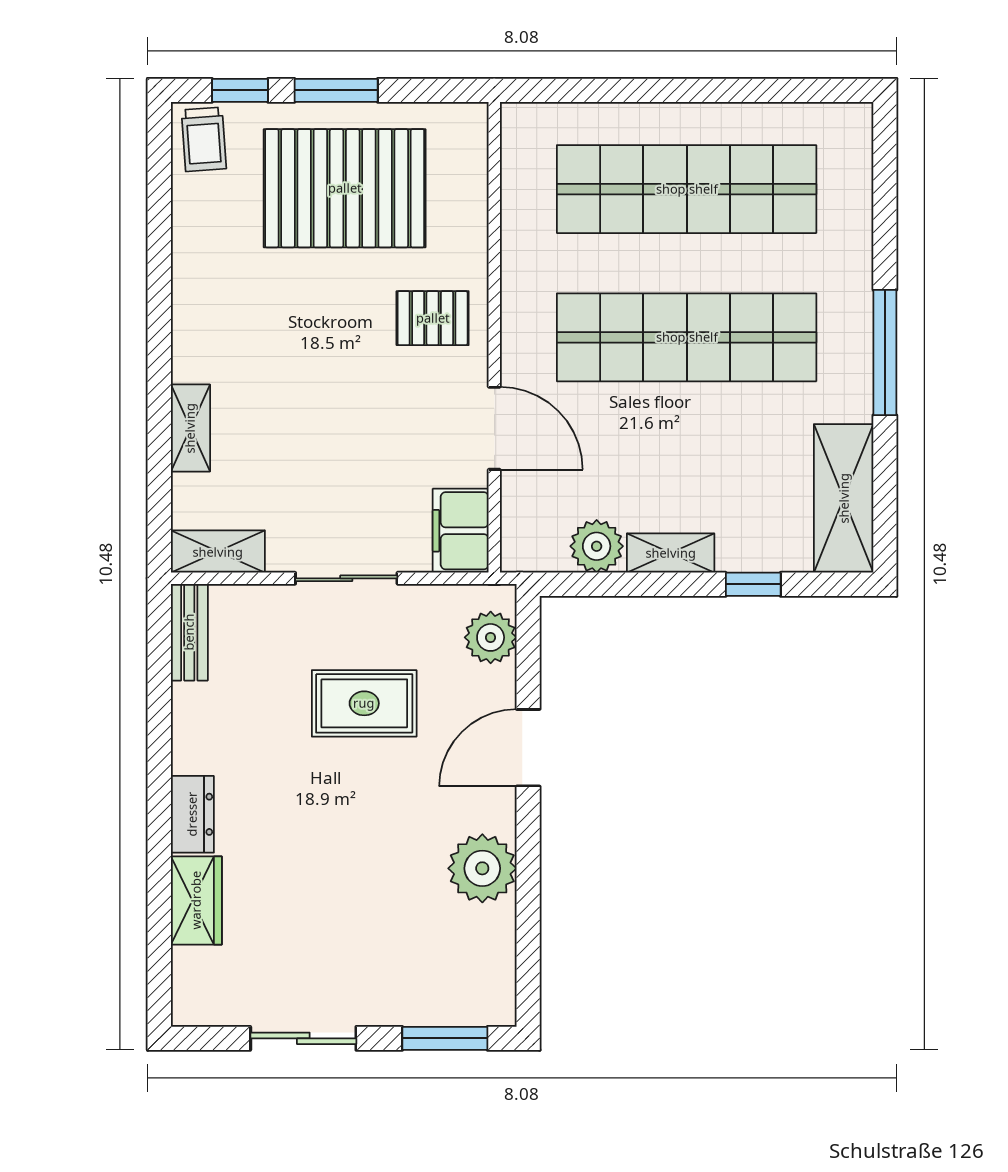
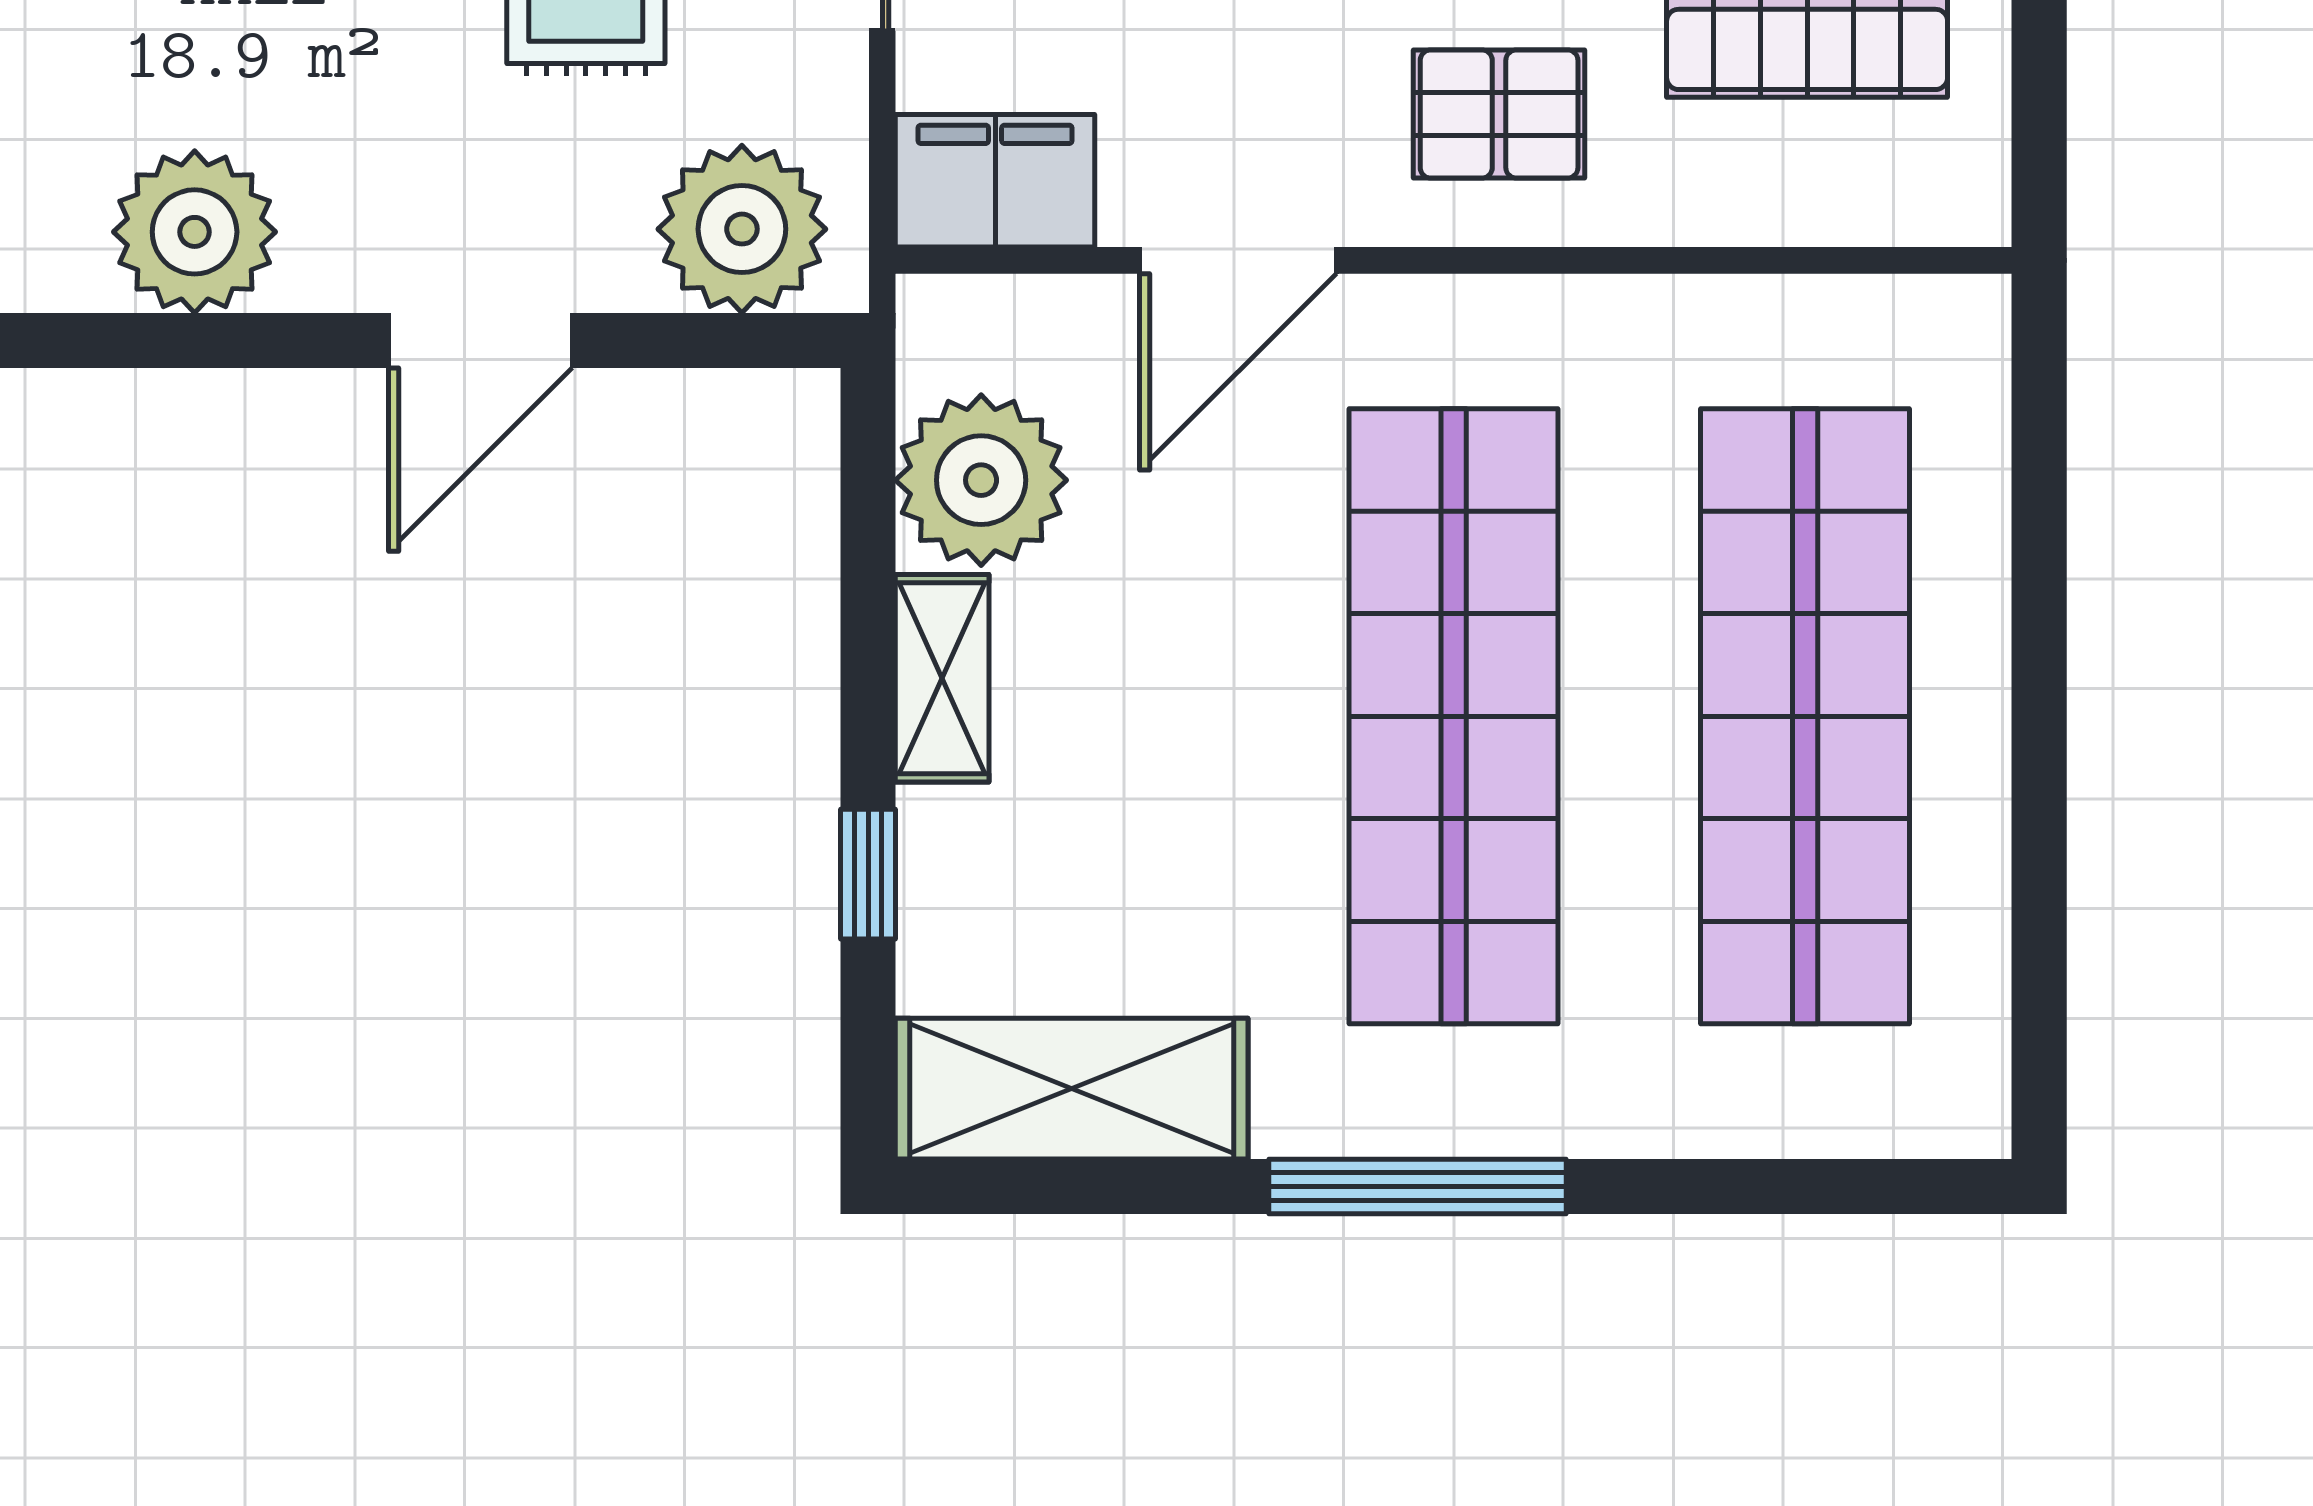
pallet: (433, 318) -> (1499, 114), turned 90
plant: (597, 546) -> (981, 480), width x1.36, depth x1.36
plant: (491, 637) -> (742, 229), width x1.36, depth x1.36
door: (528, 748) -> (480, 341), swing flipped

